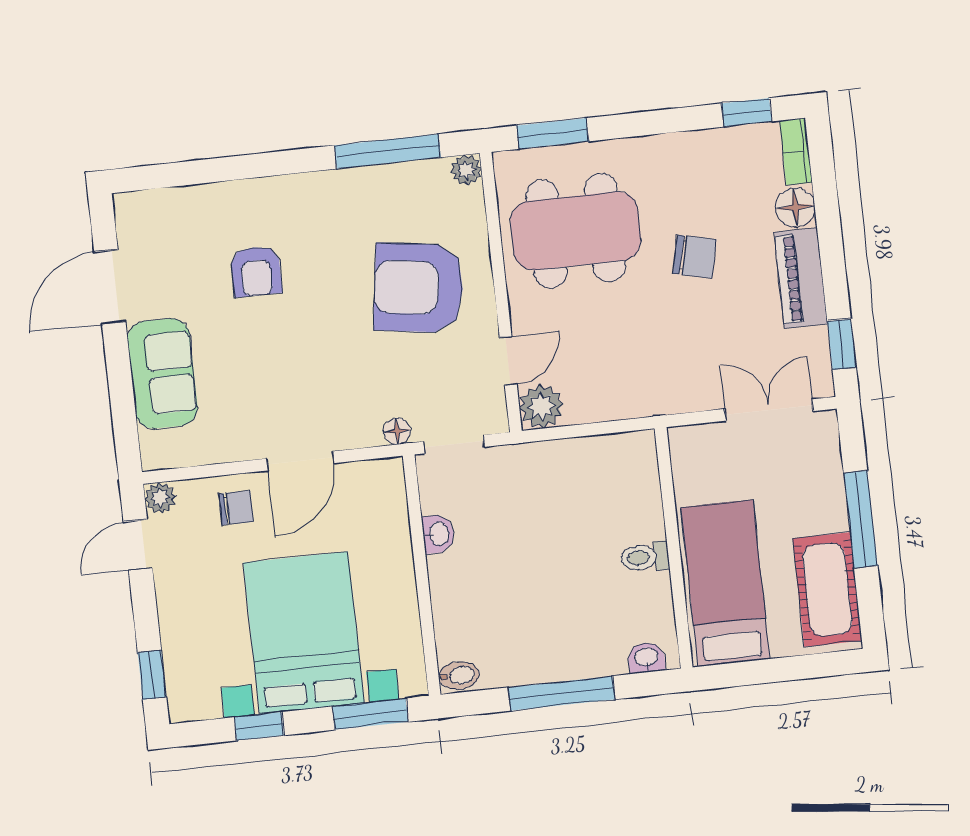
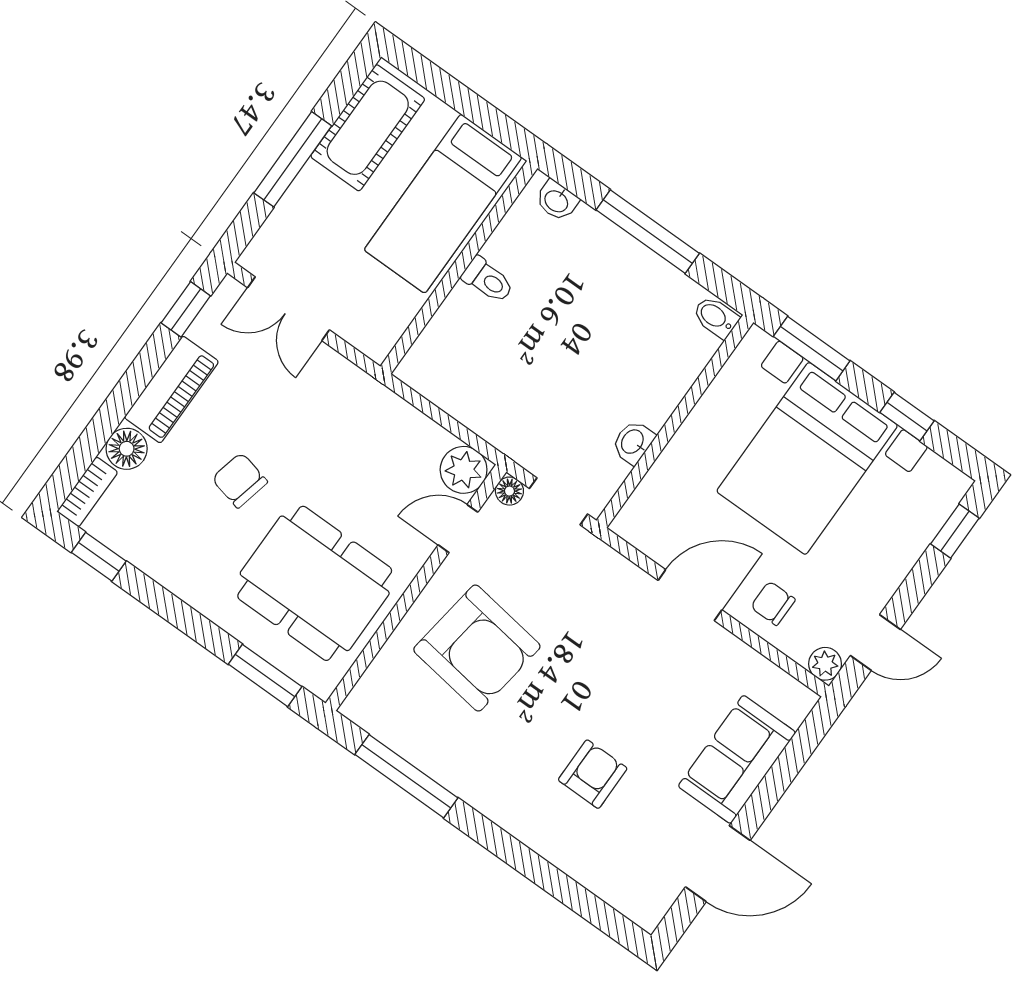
plant: (466, 170) -> (358, 707), removed
floor lamp: (397, 431) -> (509, 491), moved

